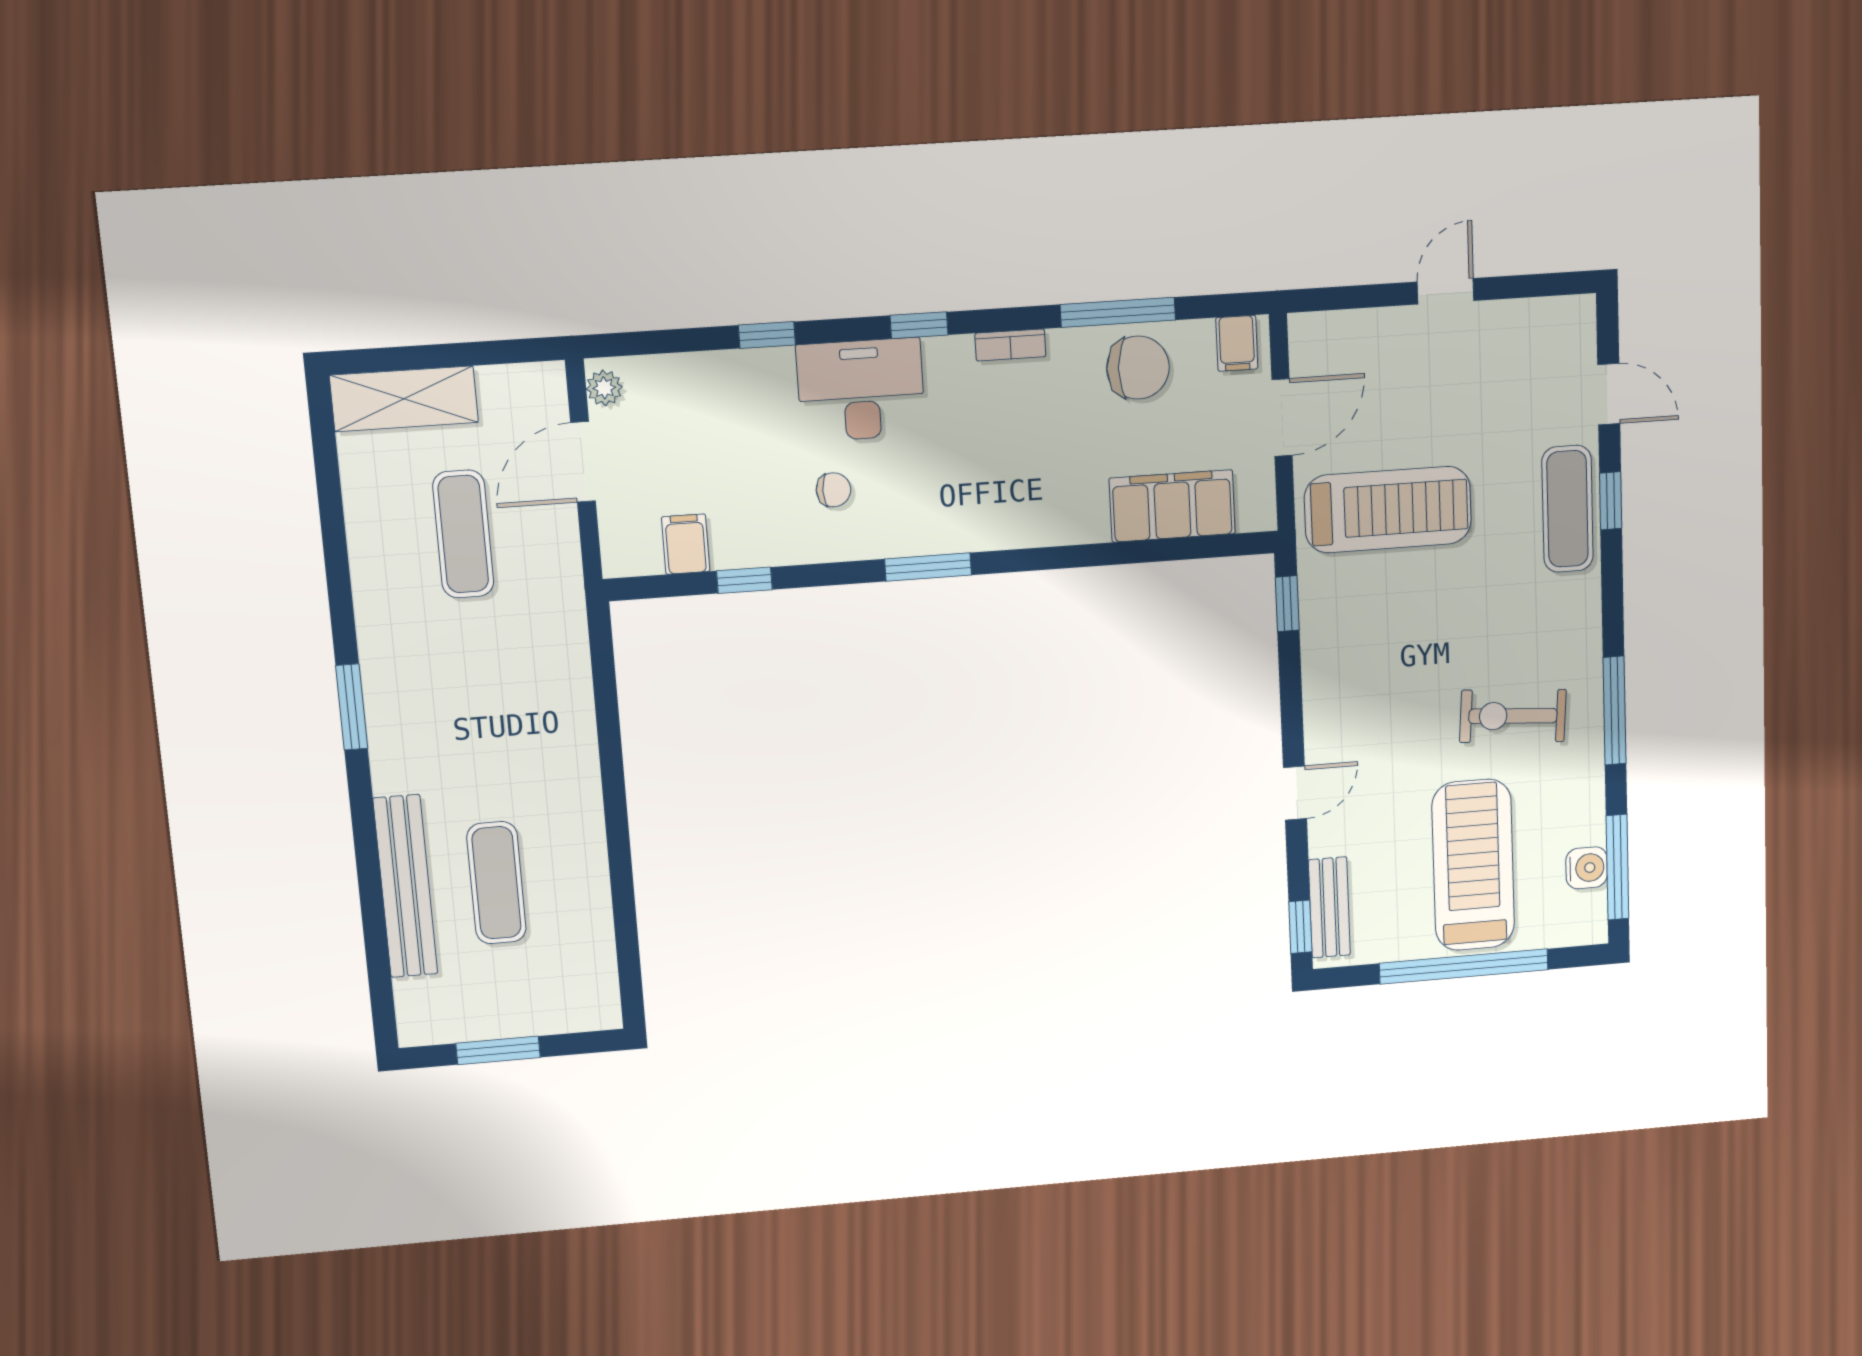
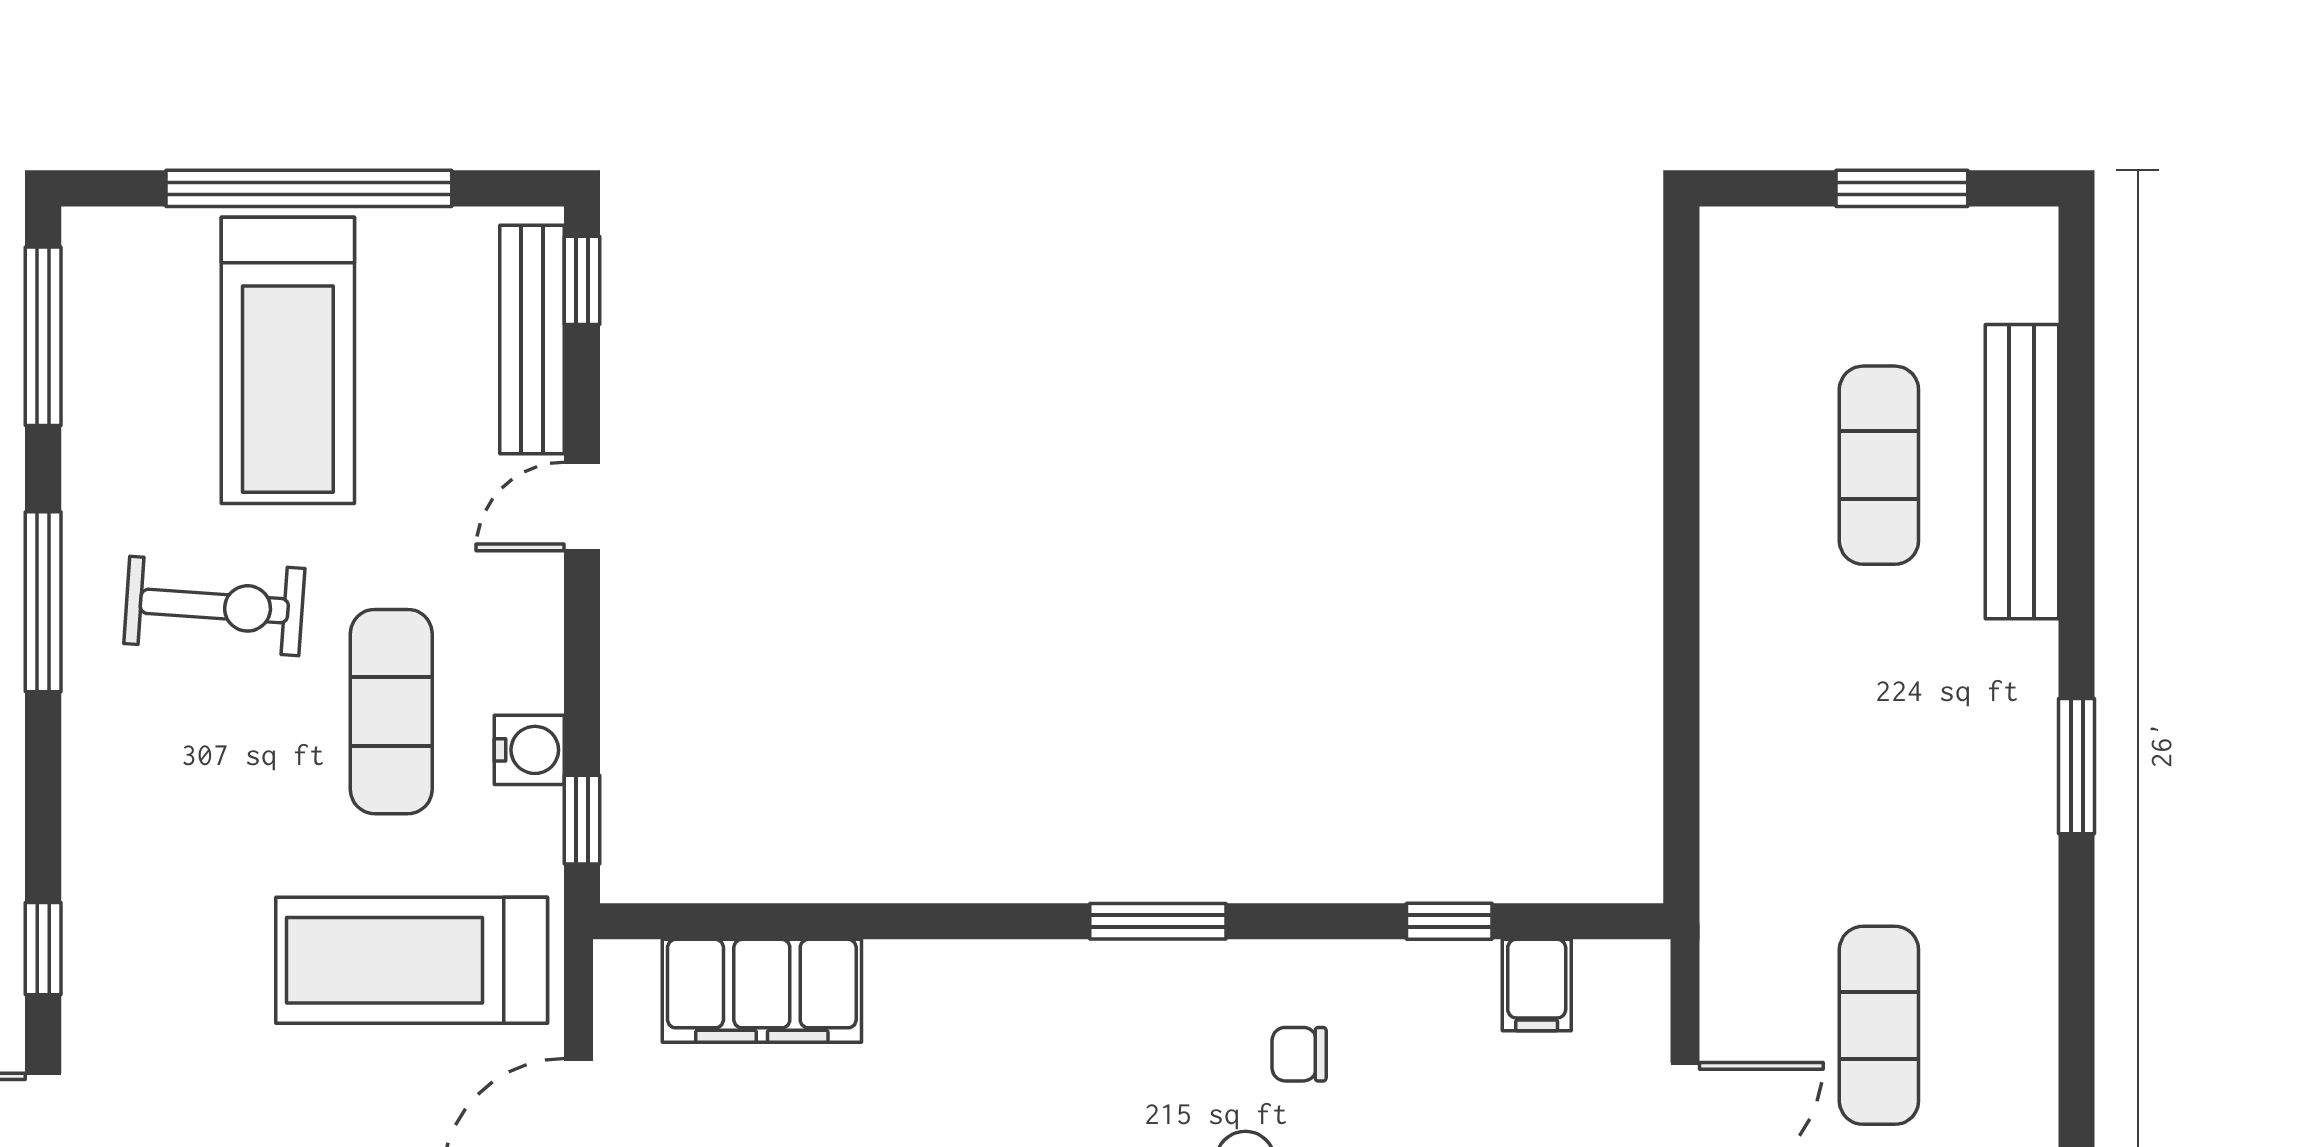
exercise mat: (1567, 509) -> (391, 712), moved
water cooler: (1587, 868) -> (529, 750), moved, turned 180
bench: (1329, 907) -> (532, 340), width x1.36

